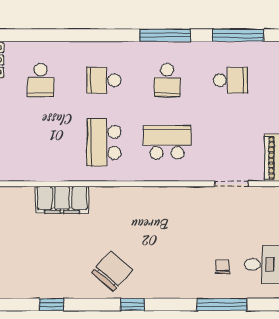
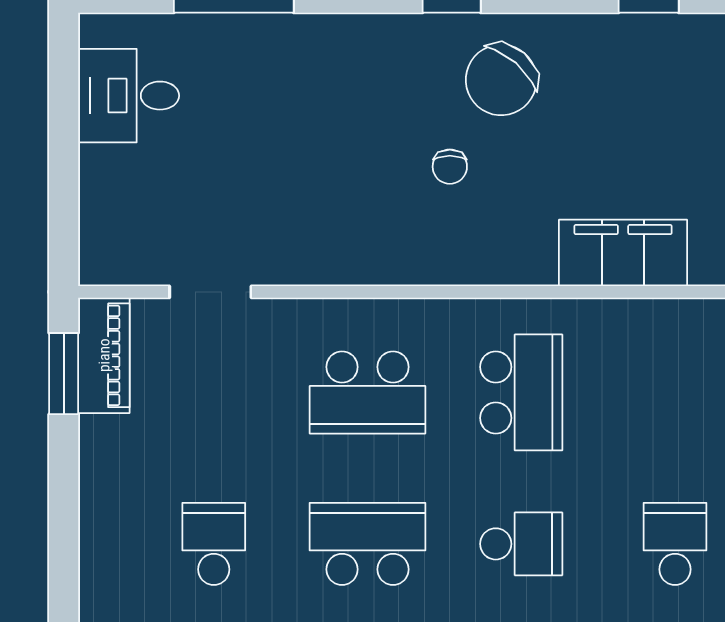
school desk: (167, 80) -> (368, 544), width x1.85
school desk: (230, 80) -> (214, 544), turned 90
chair: (223, 267) -> (450, 167), moved

